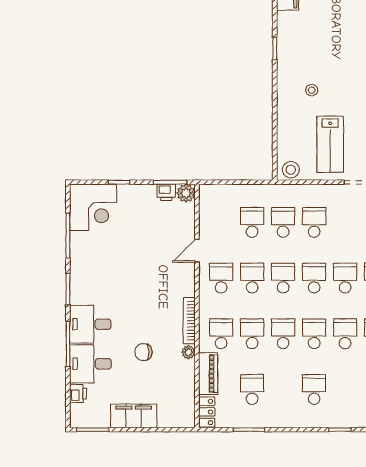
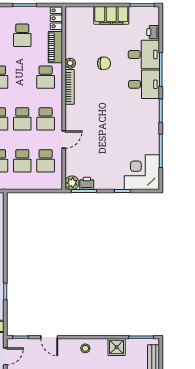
school desk: (252, 334) -> (46, 161), moved

